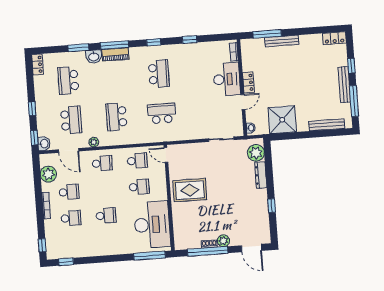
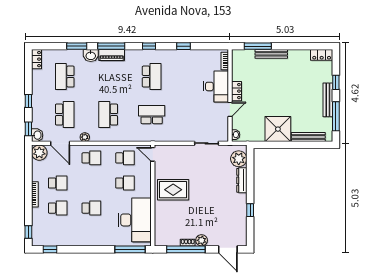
shower: (282, 120) -> (278, 129), moved
plant: (48, 174) -> (39, 153), moved

